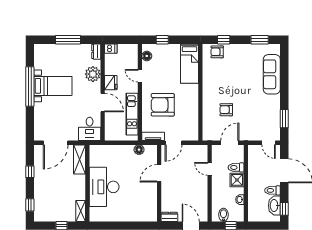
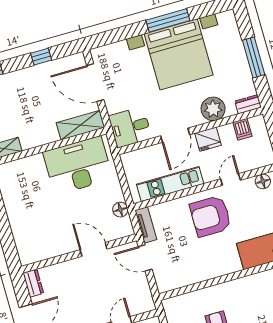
dishwasher: (111, 49) -> (242, 129), moved
bed with nightstands: (53, 86) -> (179, 54), width x1.85
window: (30, 87) -> (168, 20), width x0.68
armchair: (163, 105) -> (211, 216), moved, turned -90
desk: (104, 187) -> (78, 166), moved

